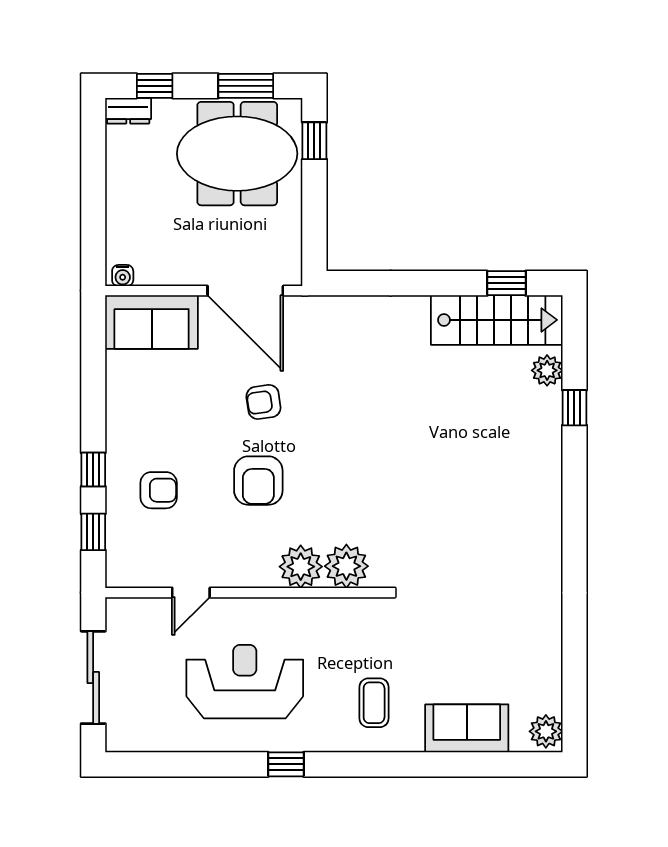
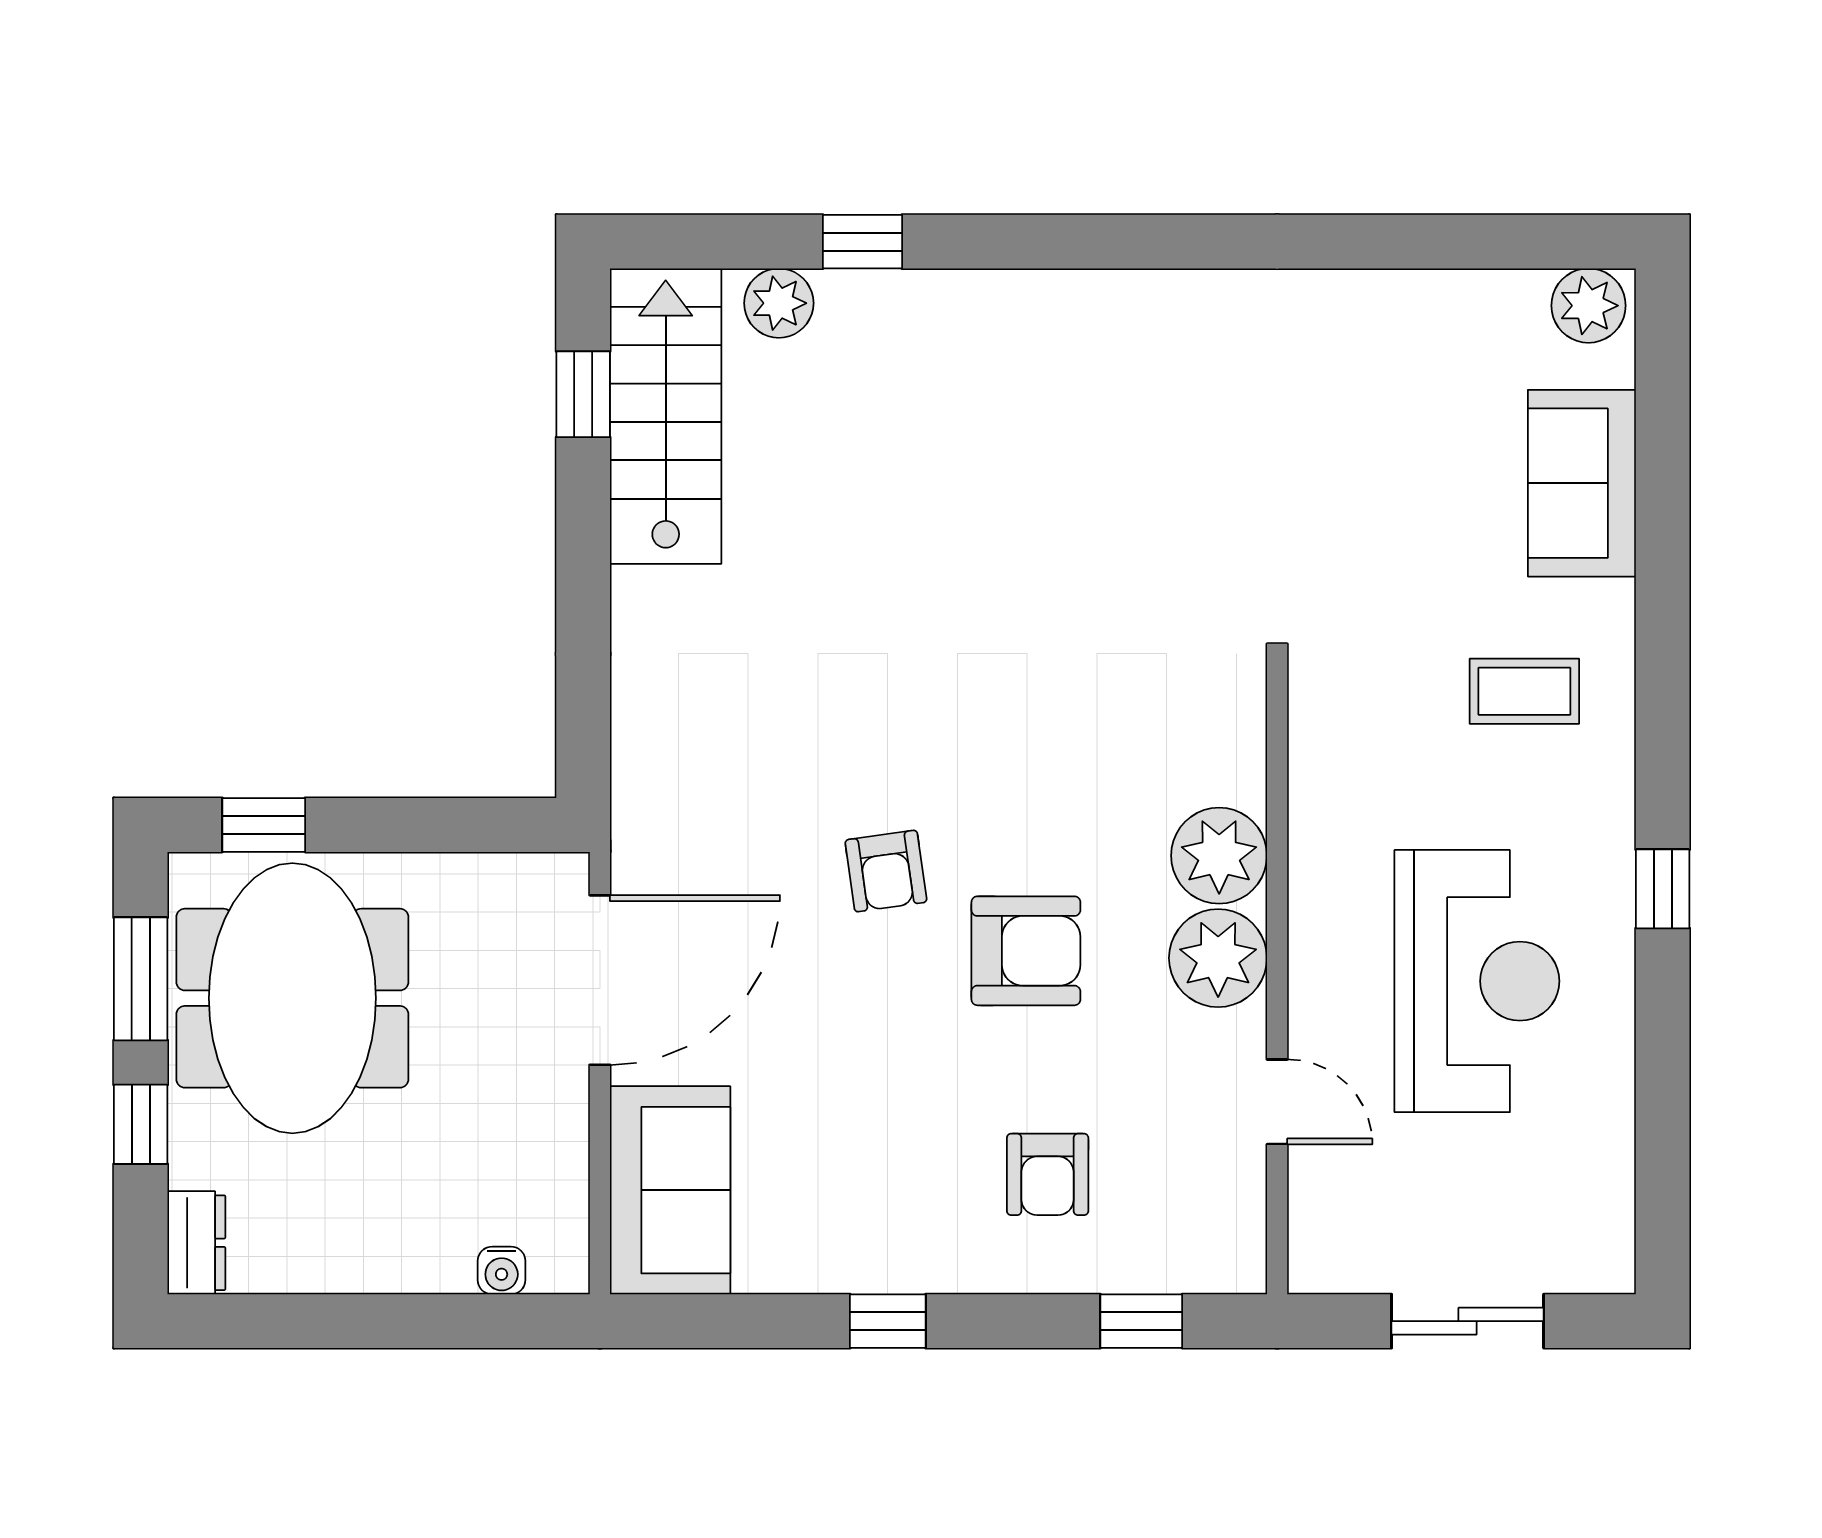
window: (155, 86) -> (141, 1124), moved
water cooler: (123, 276) -> (502, 1270), moved, turned 90
armchair: (263, 402) -> (886, 871), moved
window: (93, 470) -> (888, 1321), moved
armchair: (159, 490) -> (1048, 1174), turned 180
plant: (346, 566) -> (1218, 958), moved
sliding door: (93, 677) -> (1468, 1321), width x0.73
reception desk: (245, 682) -> (1477, 981), turned 180

